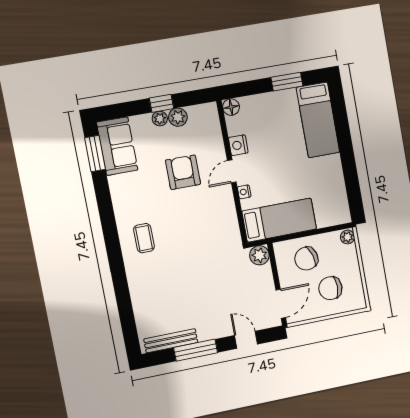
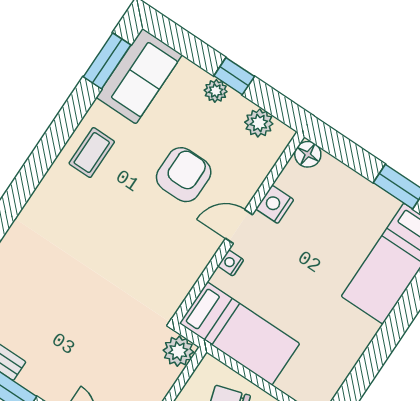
plant: (178, 117) -> (259, 123), moved
coffee table: (144, 238) -> (92, 153), moved

